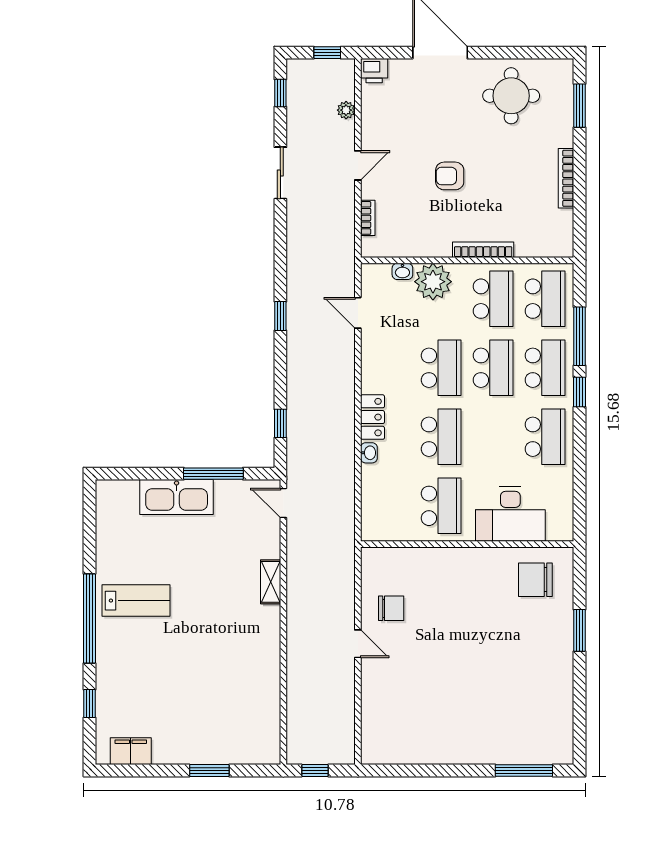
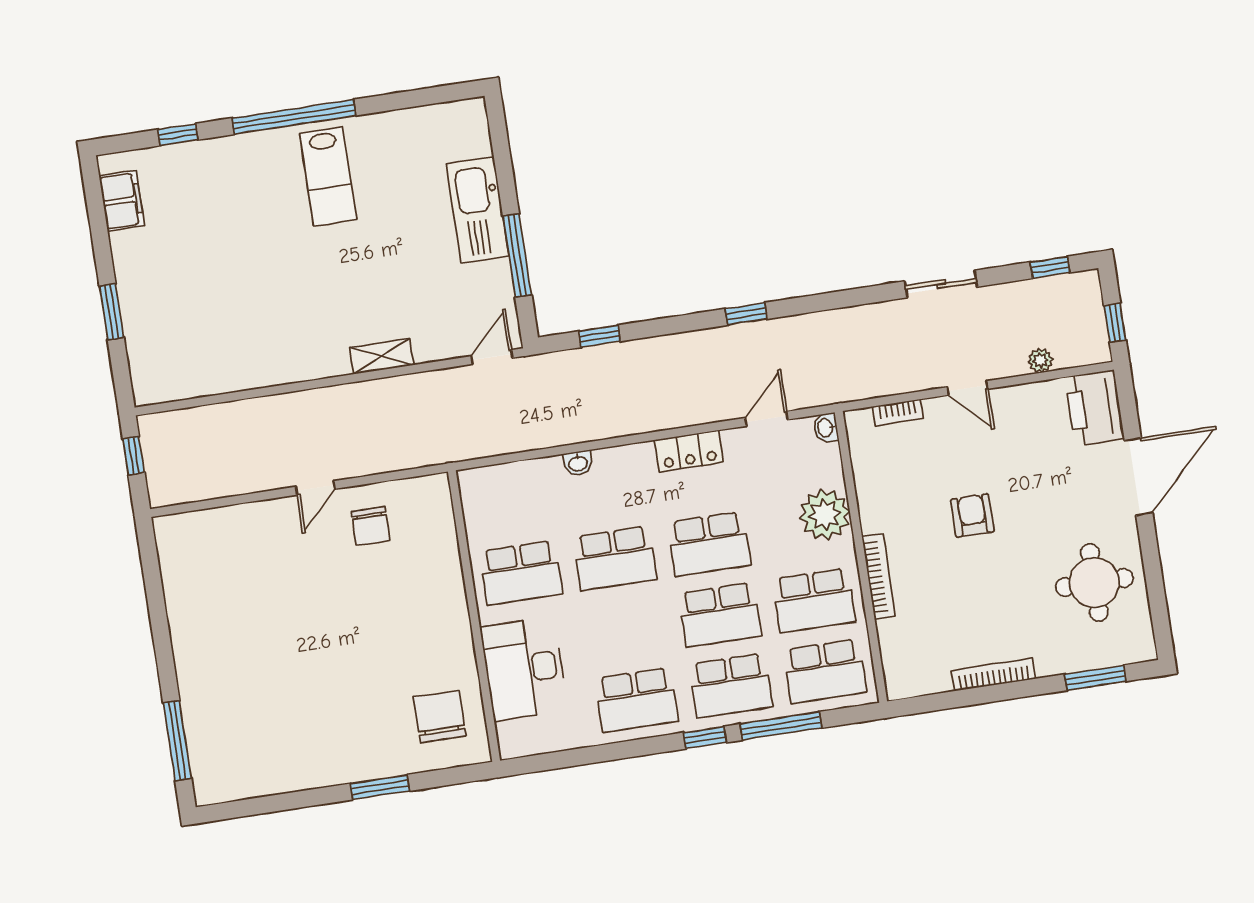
printer: (374, 71) -> (1094, 408), width x1.87, depth x1.48
washbasin: (402, 271) -> (826, 428), moved
locker: (373, 417) -> (689, 451), moved

